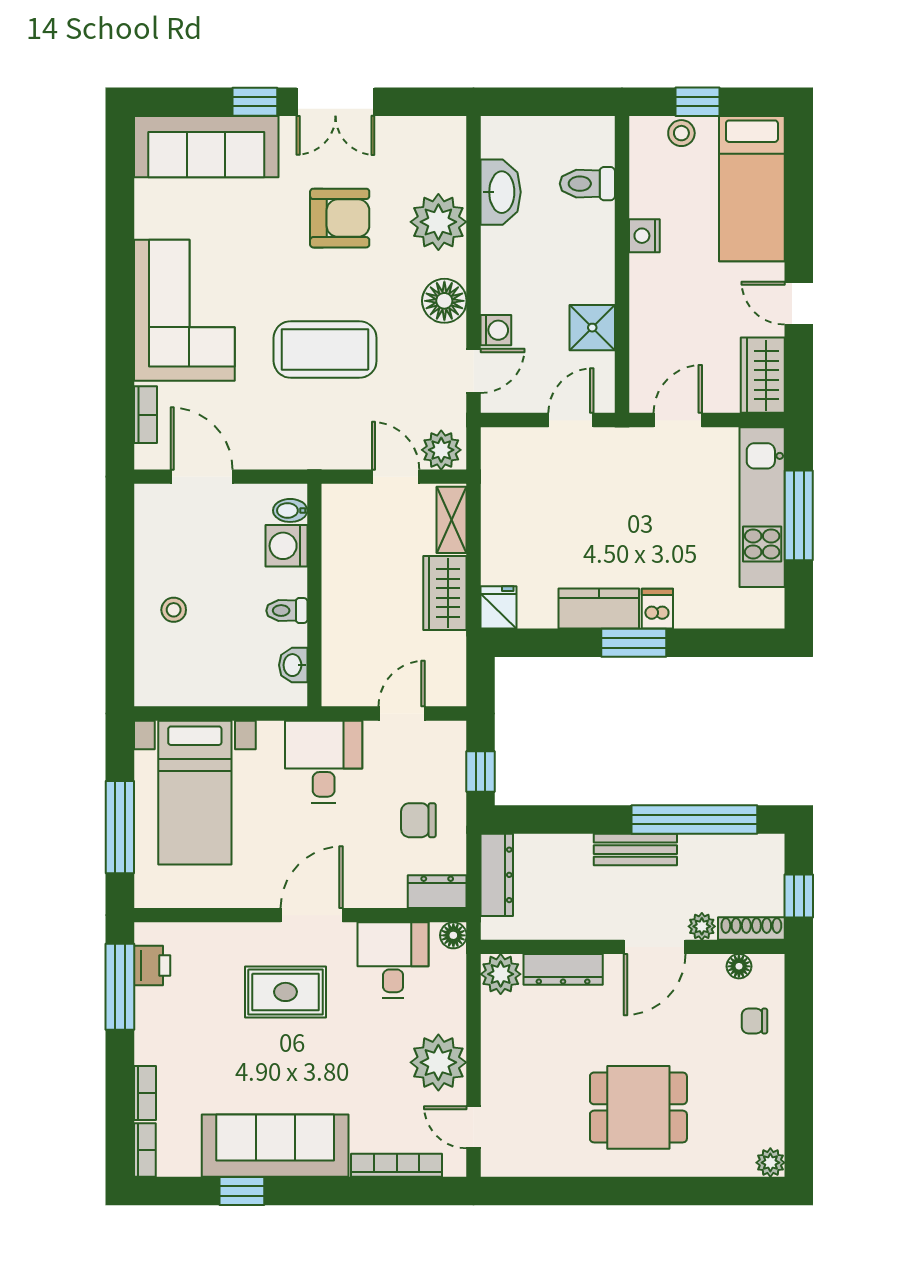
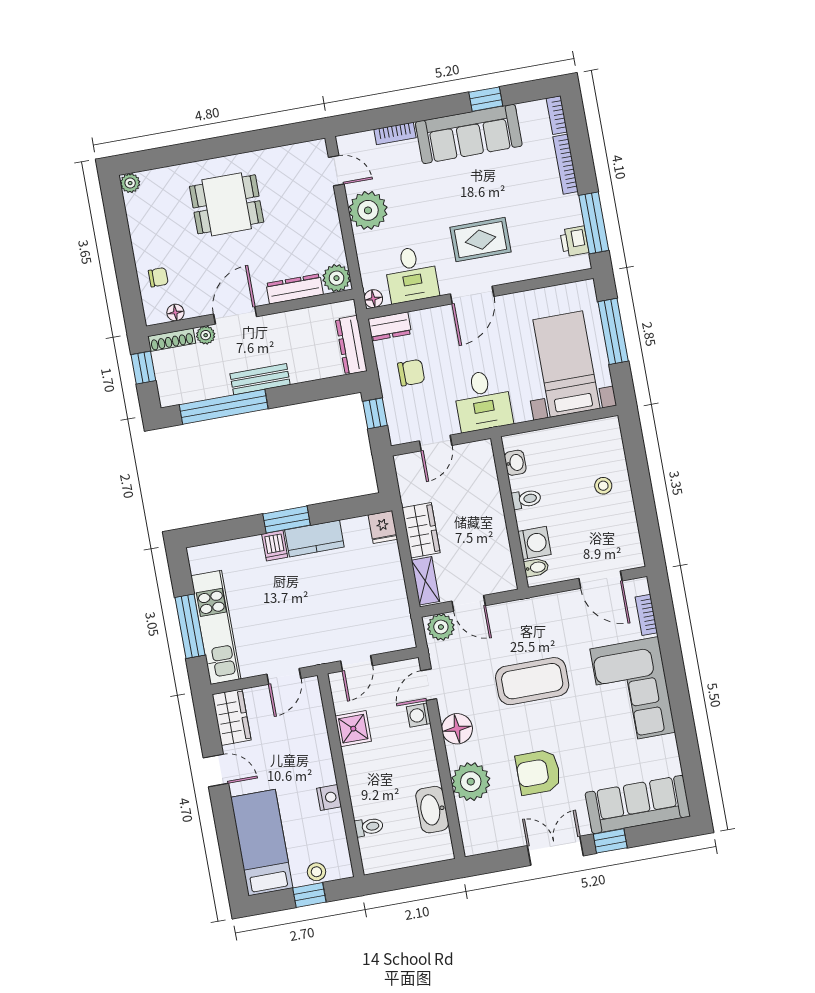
toilet: (587, 184) -> (369, 827), width x0.73, depth x0.72
bookcase: (145, 1093) -> (566, 164), width x1.56
bookcase: (397, 1165) -> (395, 134), width x0.64

